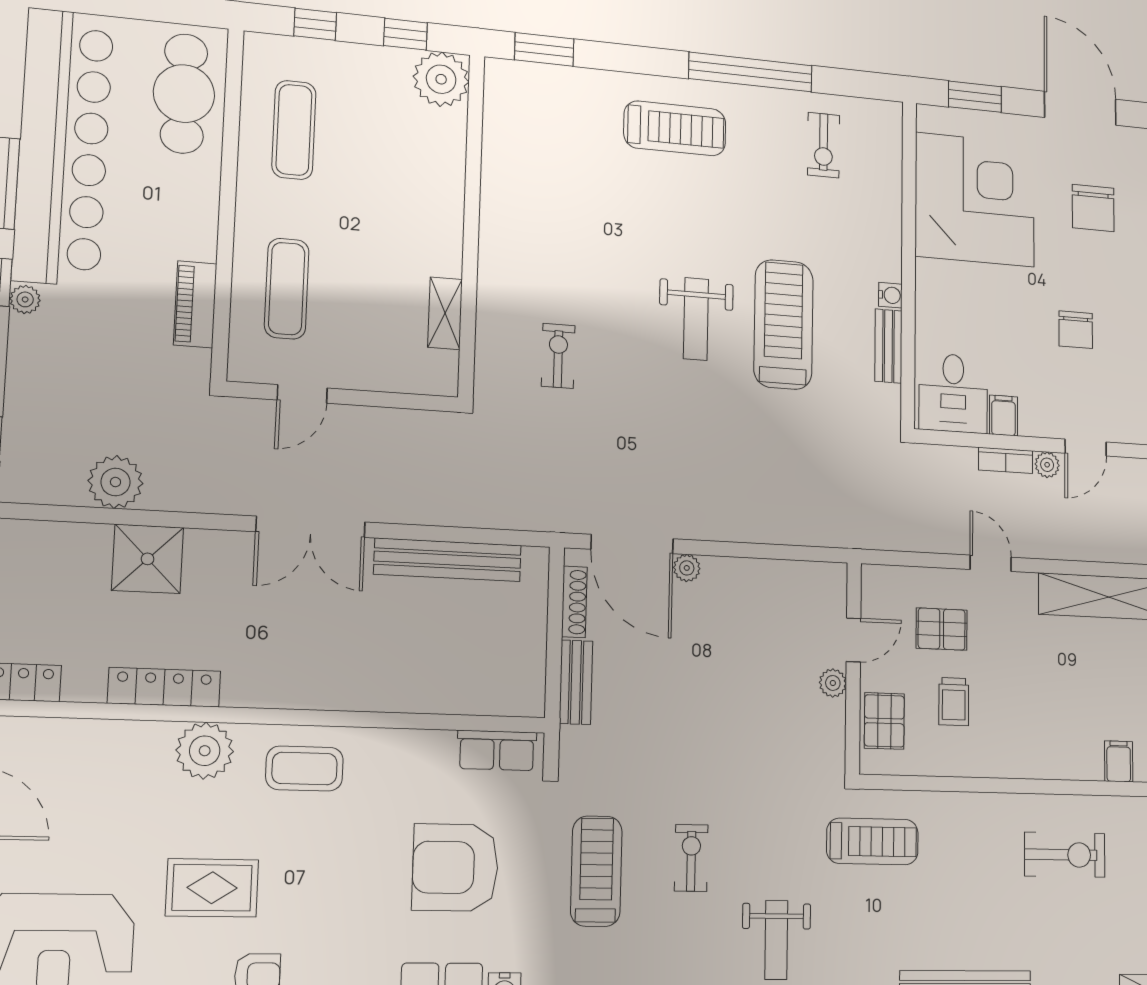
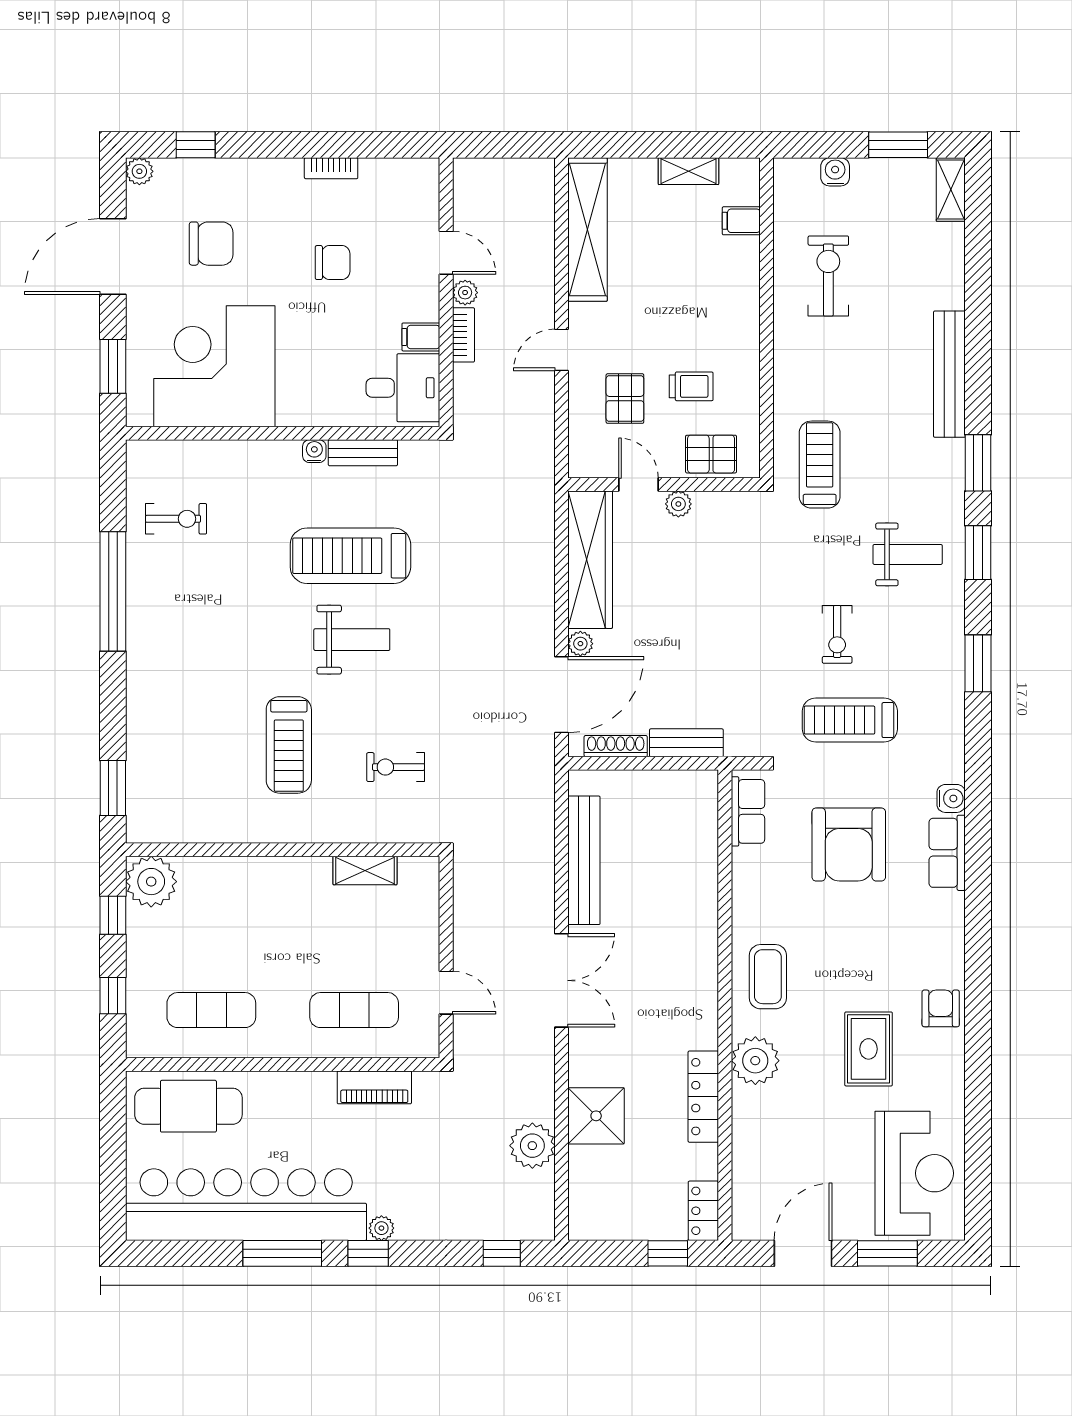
treadmill: (675, 128) -> (289, 745), moved, turned 180
wardrobe: (776, 583) -> (590, 560), added
exercise bike: (691, 858) -> (837, 634), turned -90

